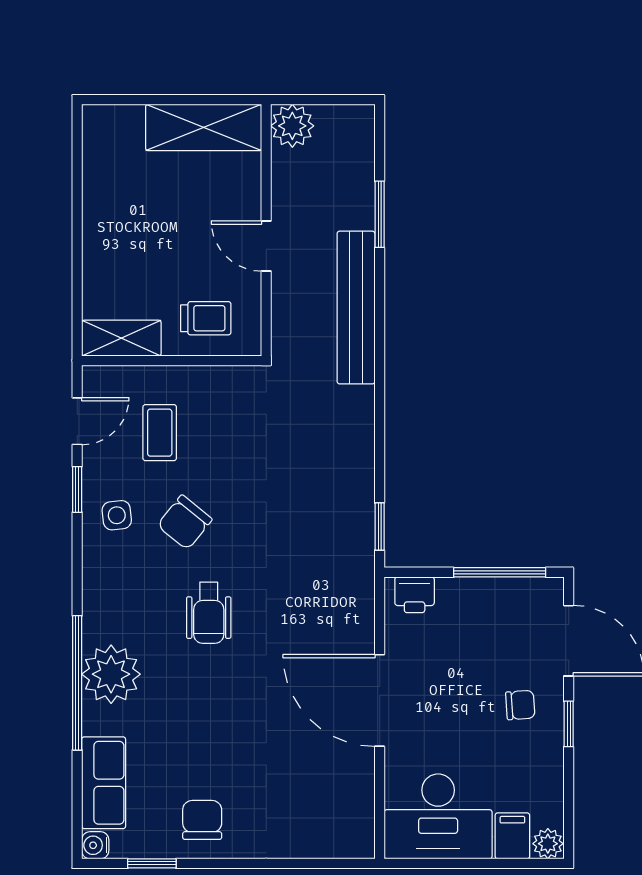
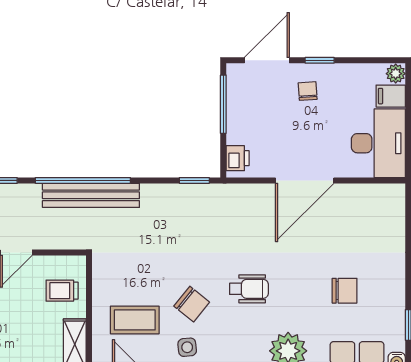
bench: (356, 308) -> (91, 195), moved
trolley: (206, 318) -> (62, 291), turned -90
window: (380, 351) -> (83, 180), added
coffee table: (160, 433) -> (135, 320), width x1.36, depth x1.30
chair: (202, 820) -> (345, 291), moved, turned 180

